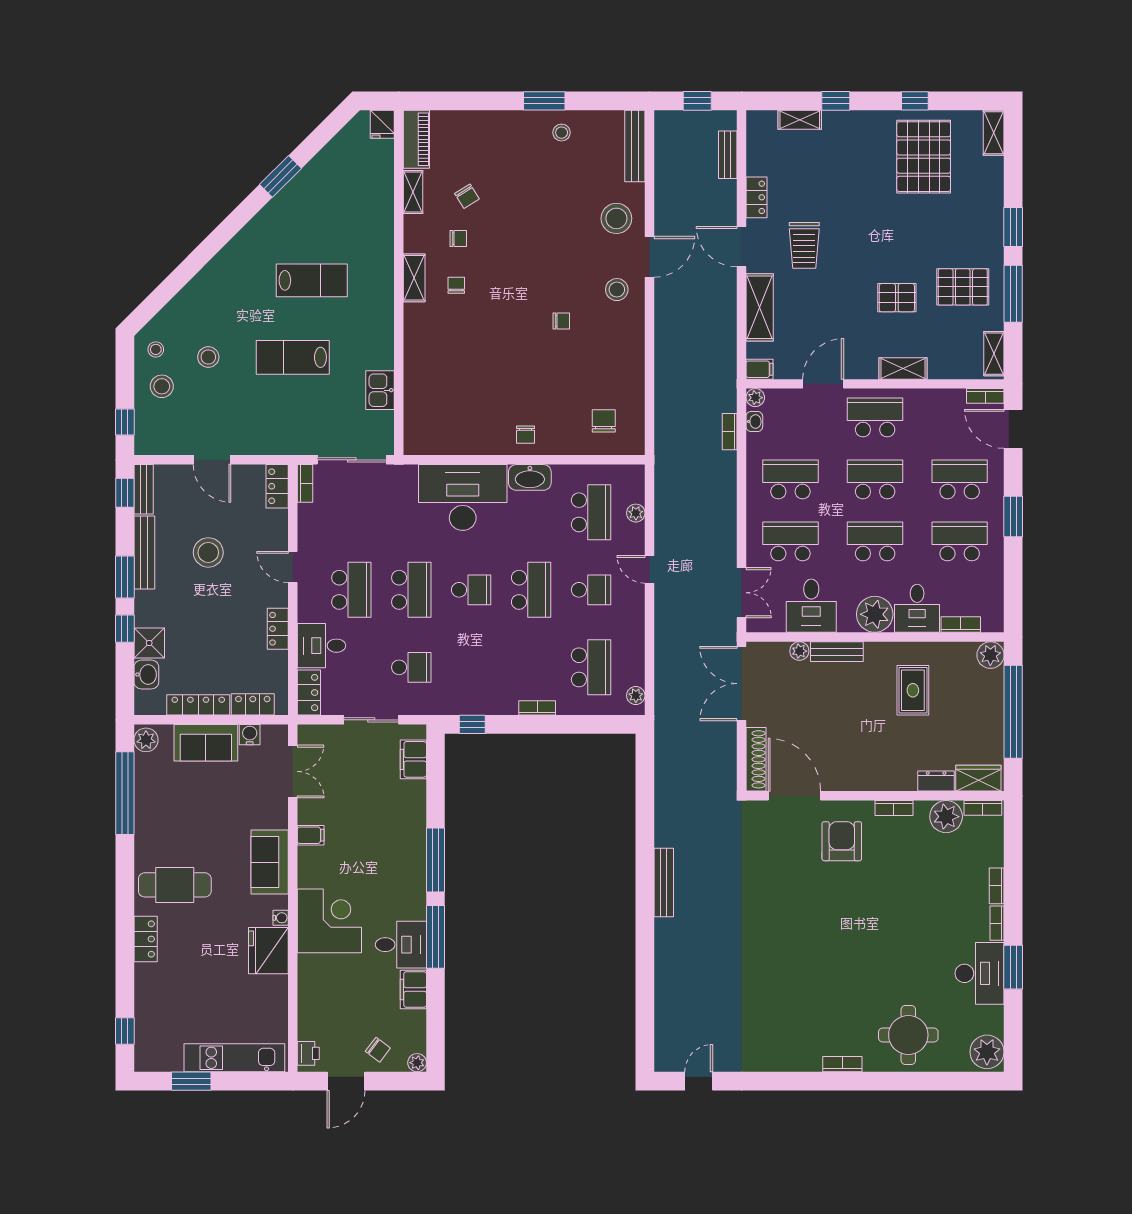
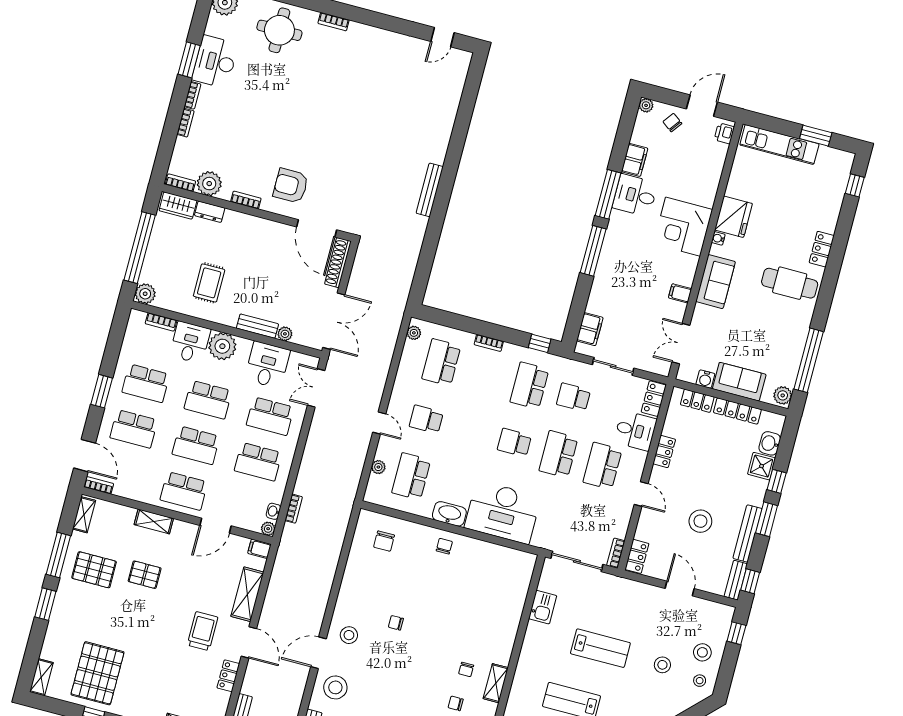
school desk: (531, 590) -> (529, 386), moved
armchair: (842, 841) -> (291, 186), turned 90

